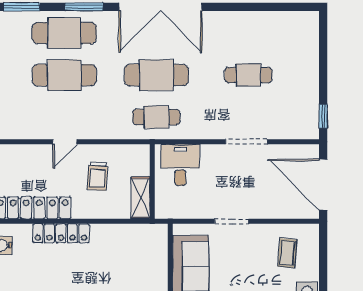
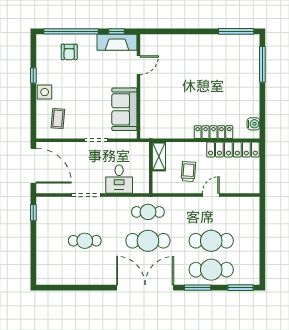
desk: (180, 165) -> (119, 179), moved

